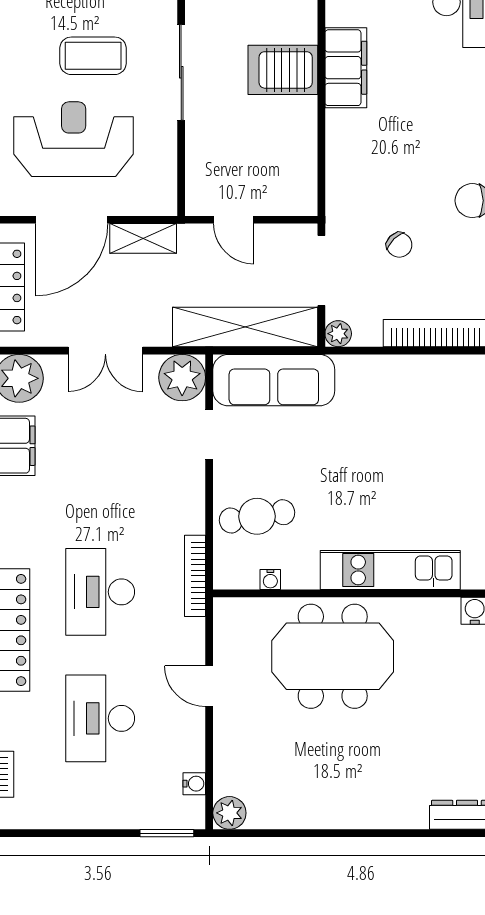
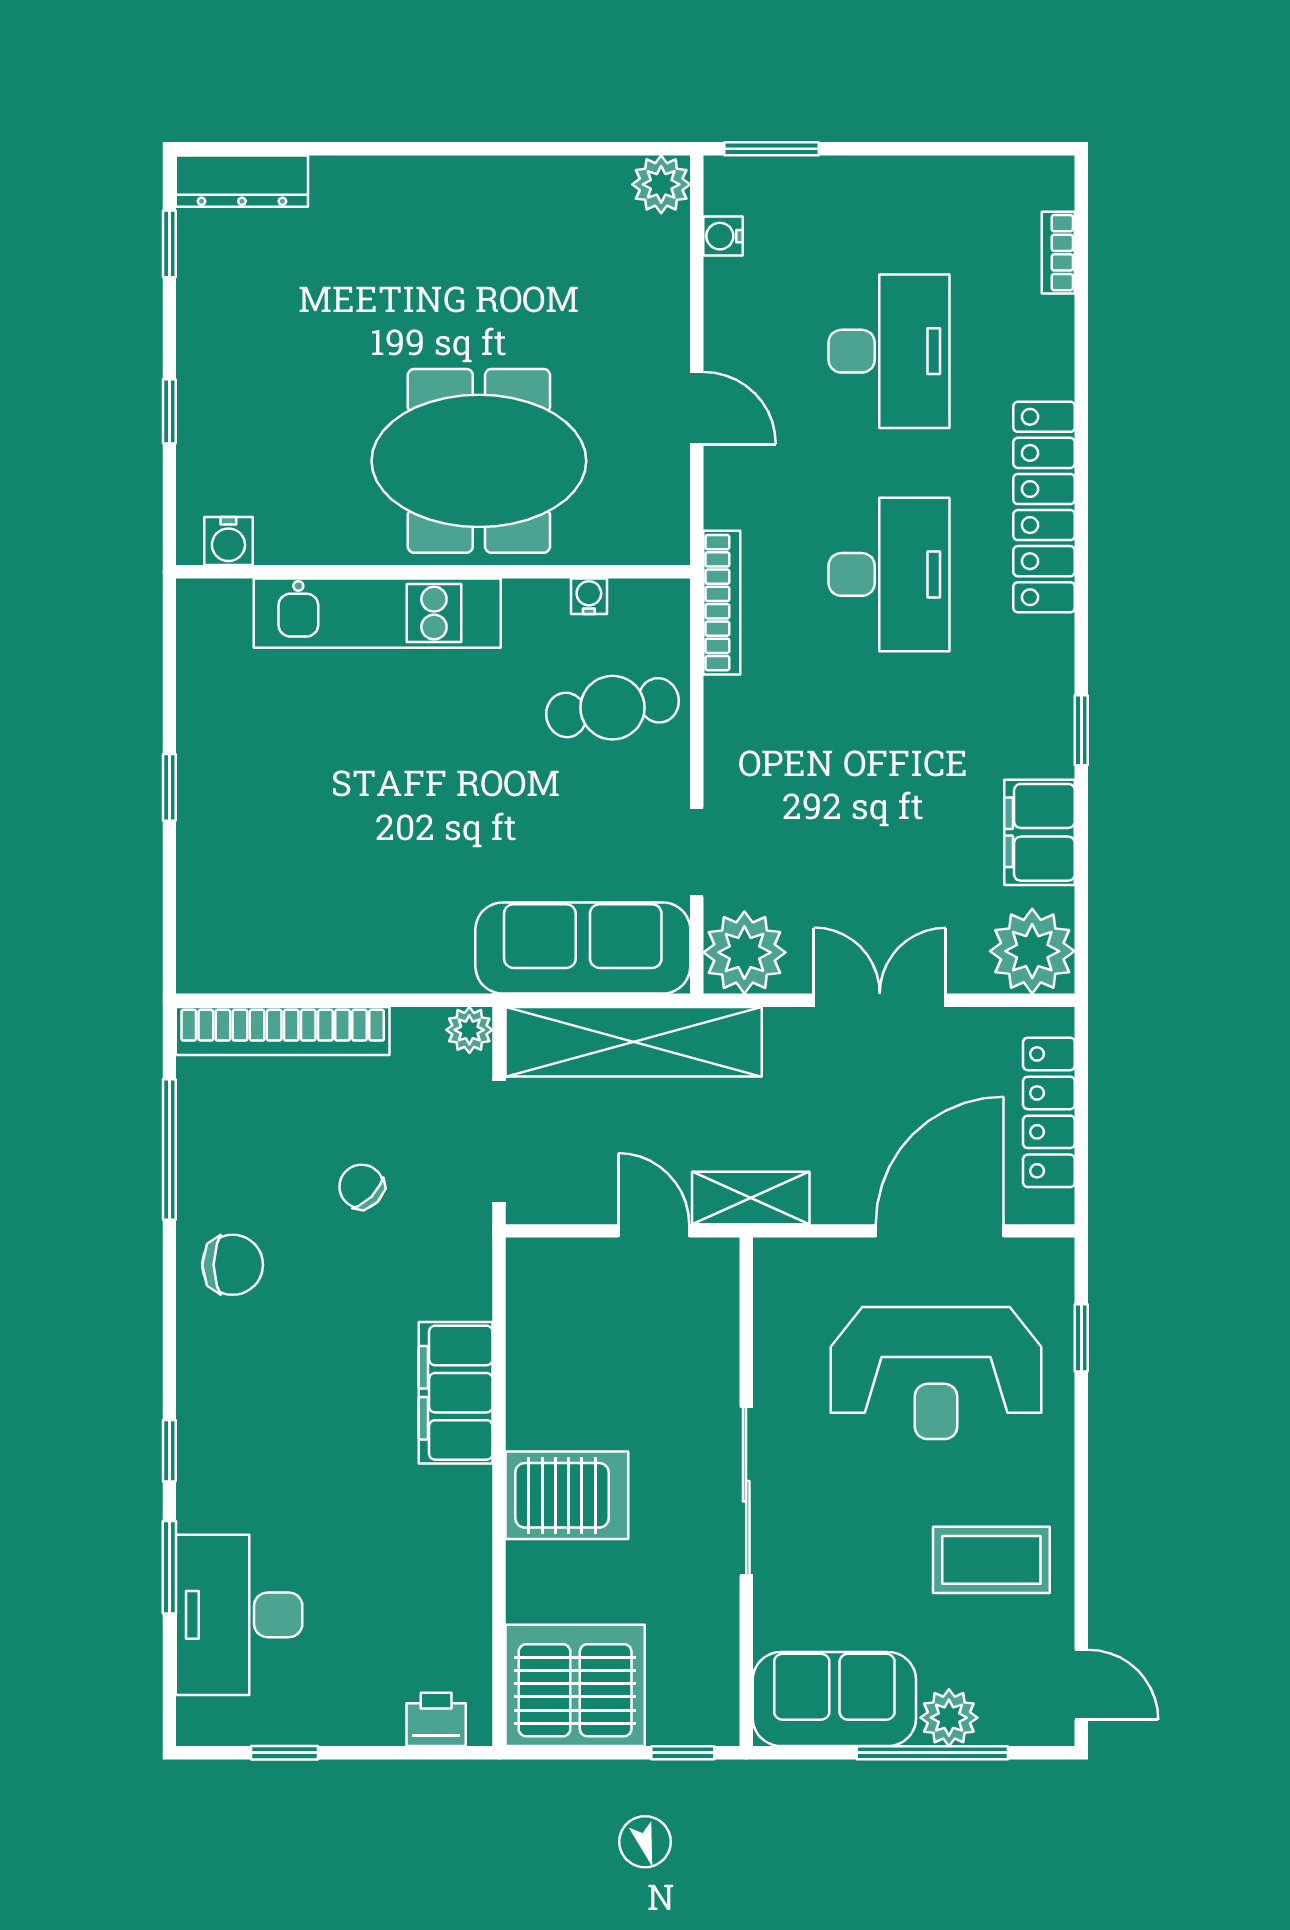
coffee table: (93, 56) -> (991, 1560), moved
filing cabinet: (346, 68) -> (456, 1393), moved
shelving: (143, 238) -> (751, 1198), moved

